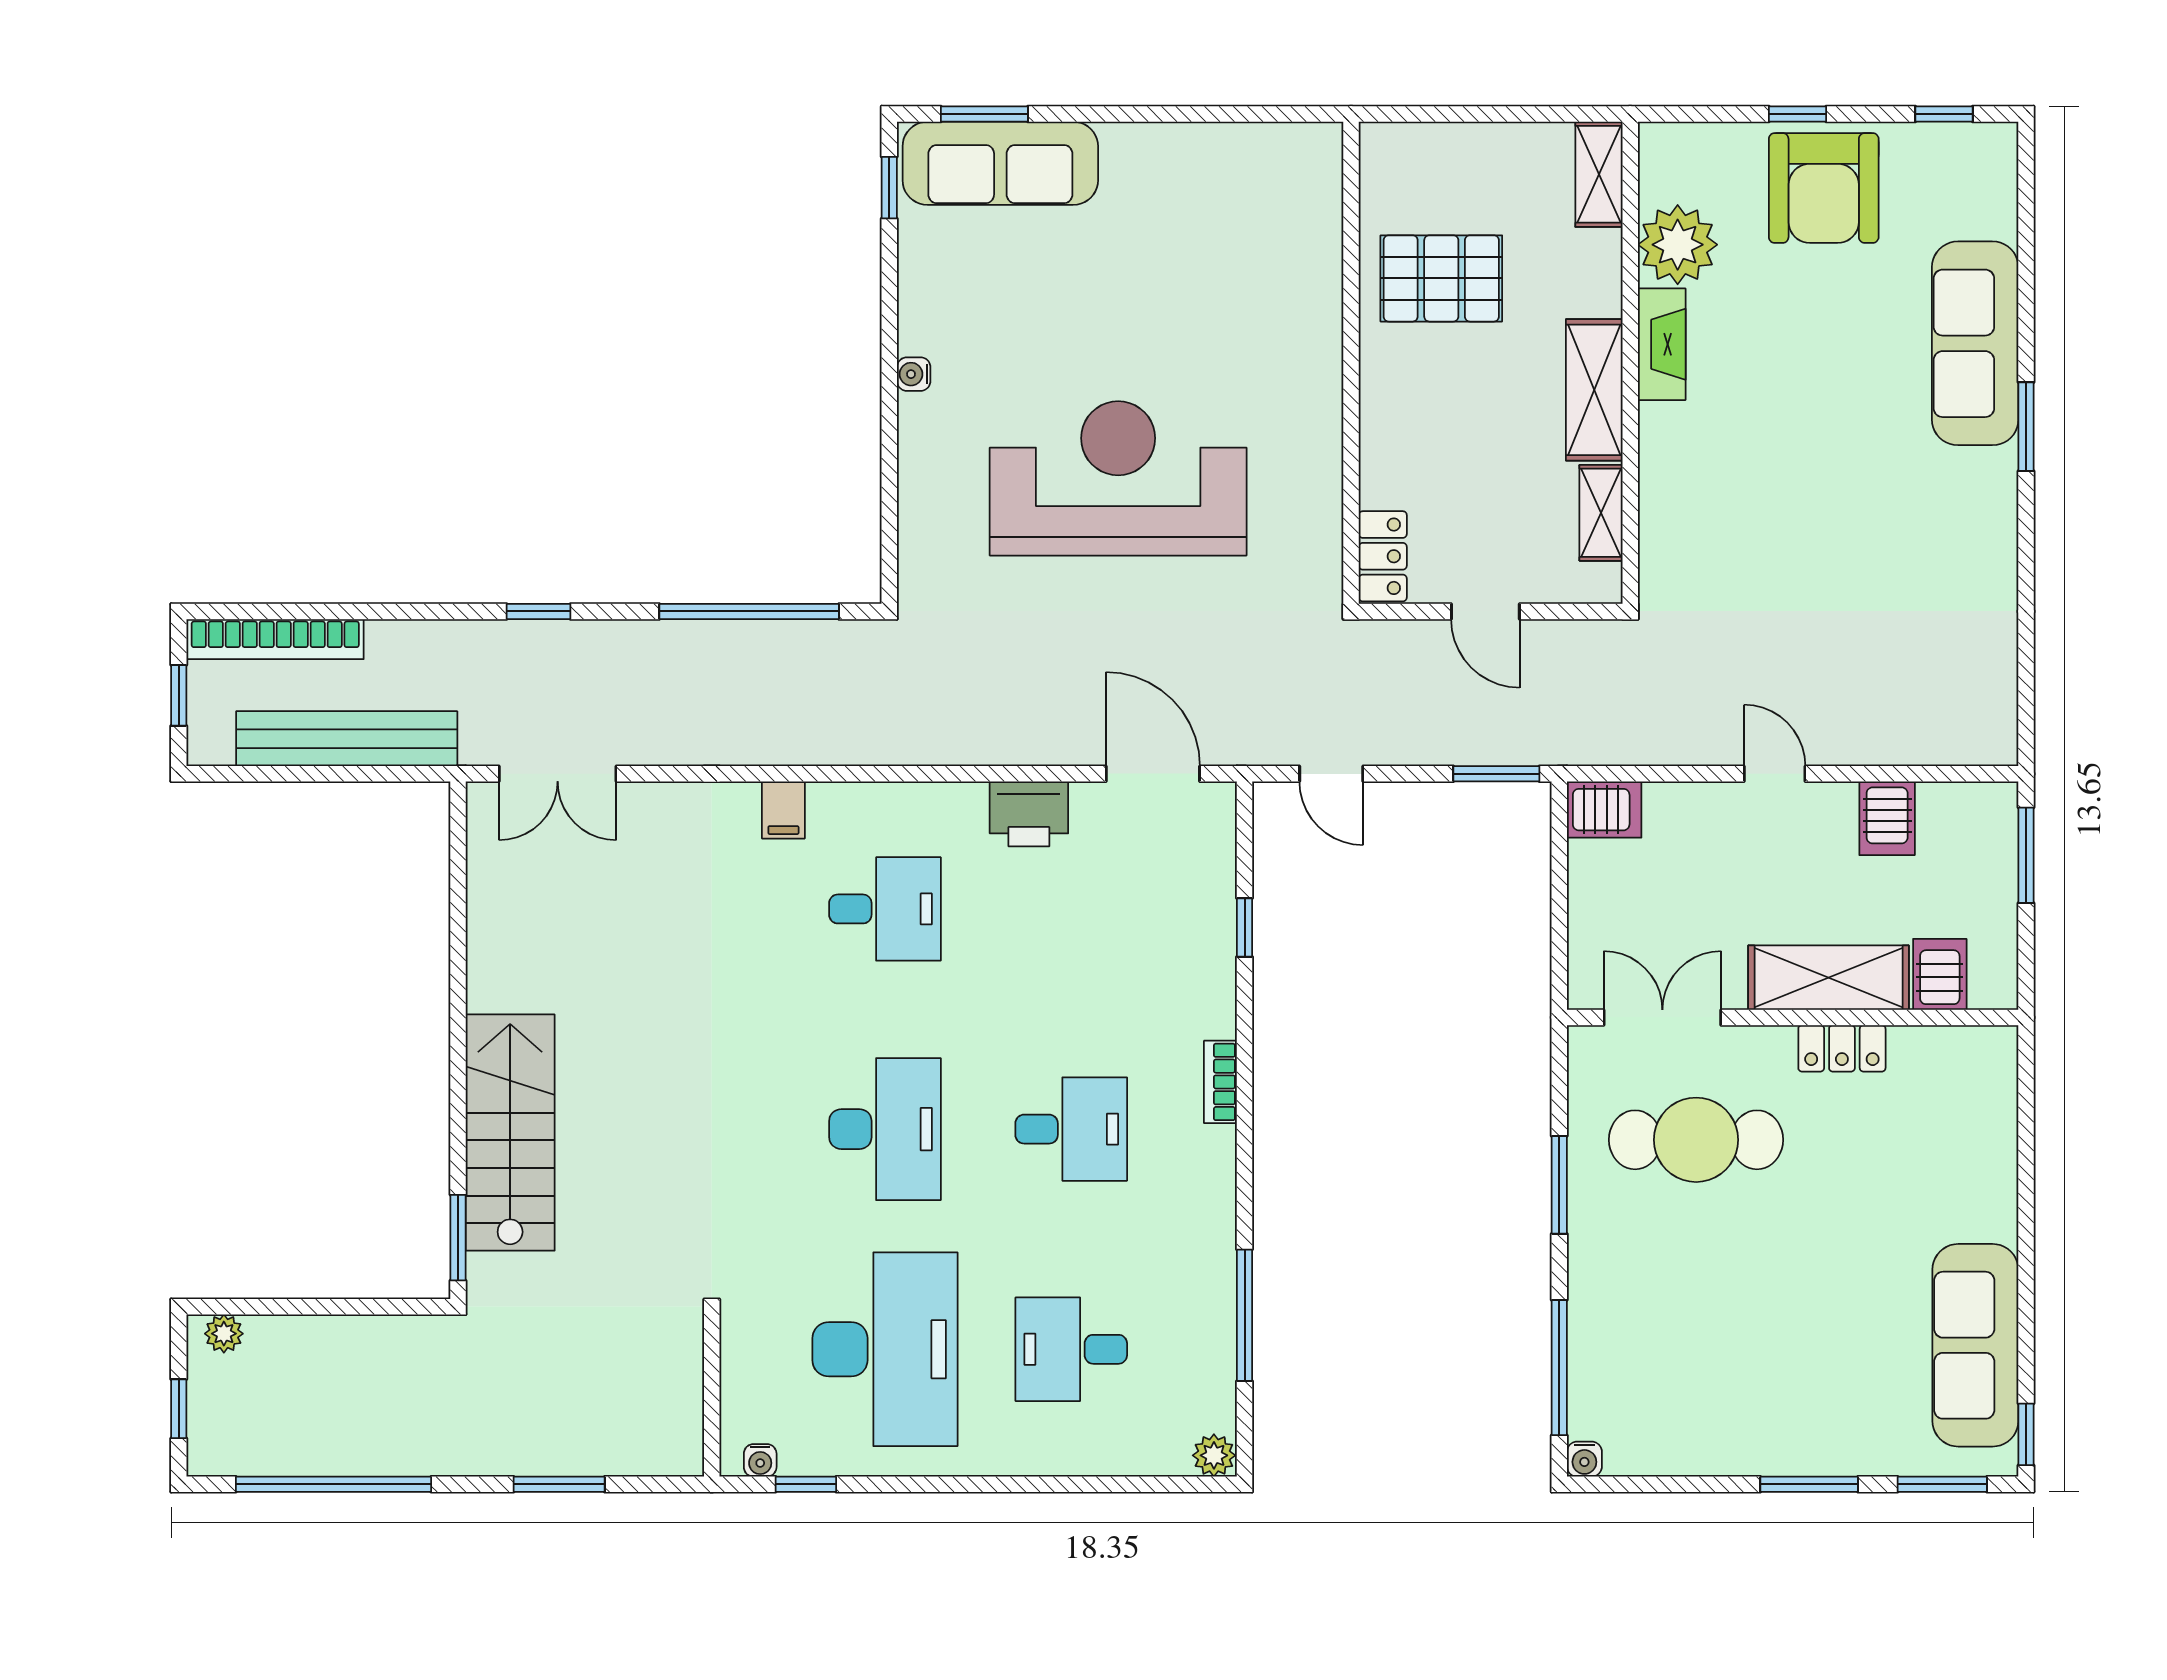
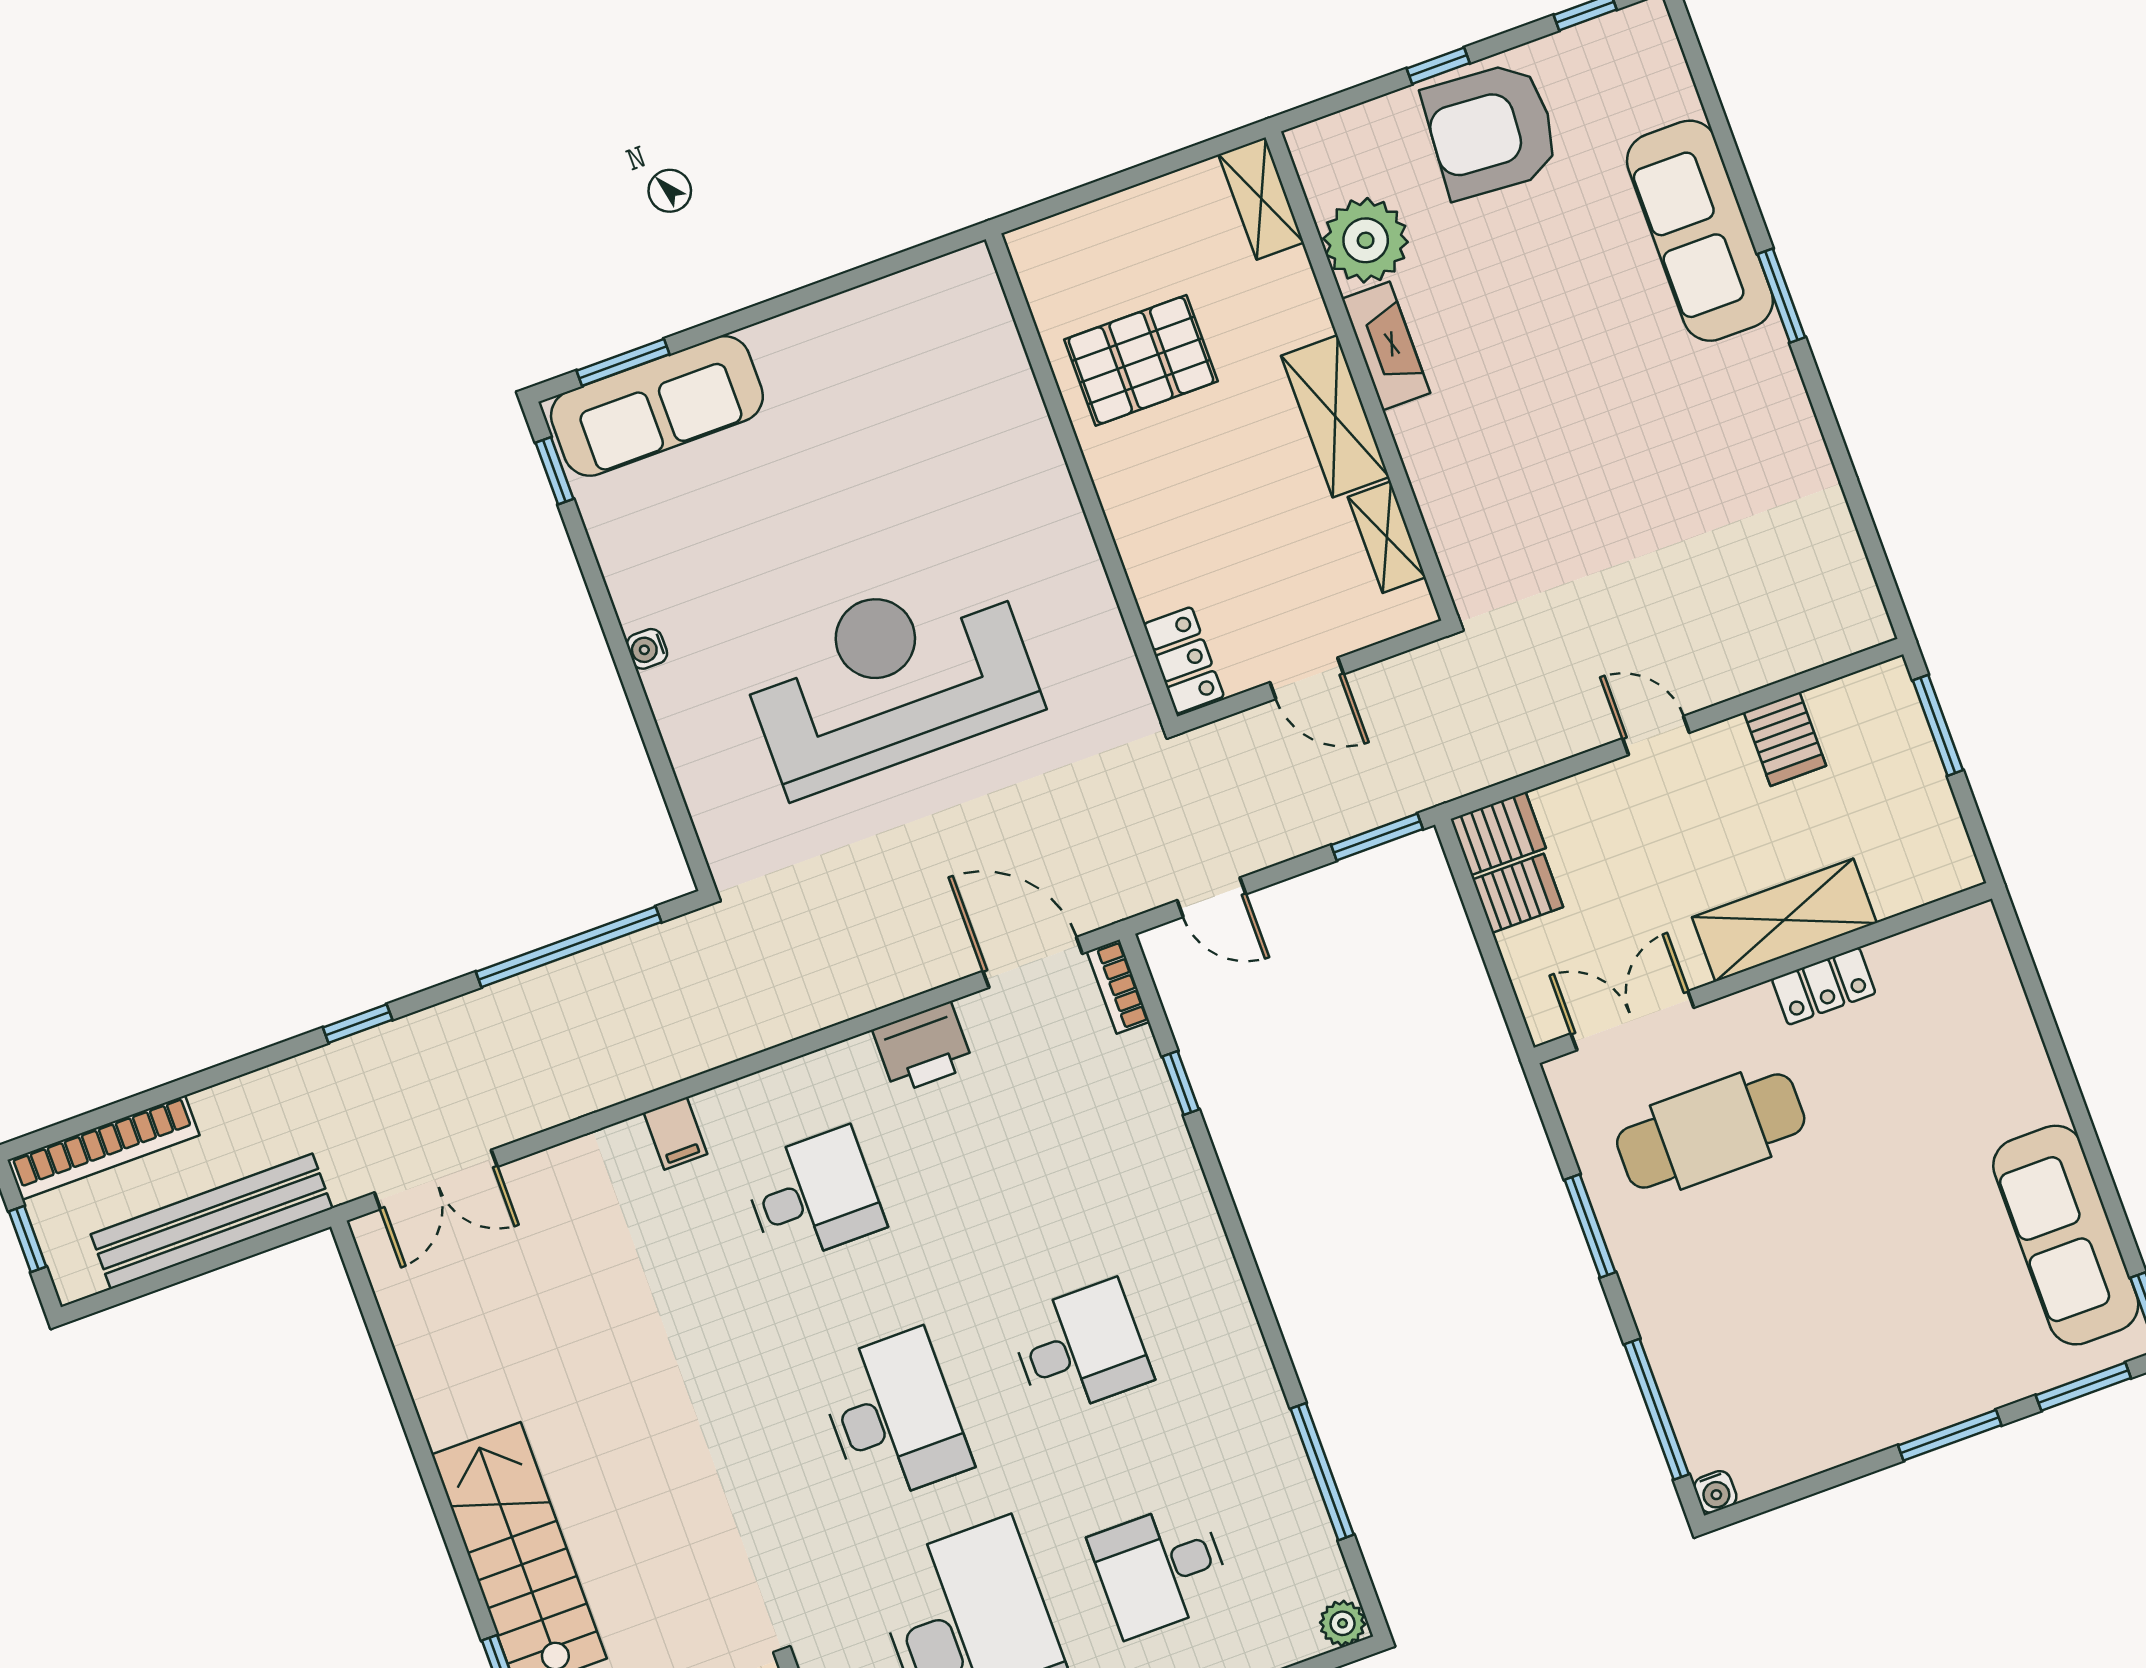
armchair: (1824, 188) -> (1491, 130), turned 94
server rack: (1940, 974) -> (1518, 893), moved, turned 90
bookcase: (1220, 1082) -> (1118, 987), moved

